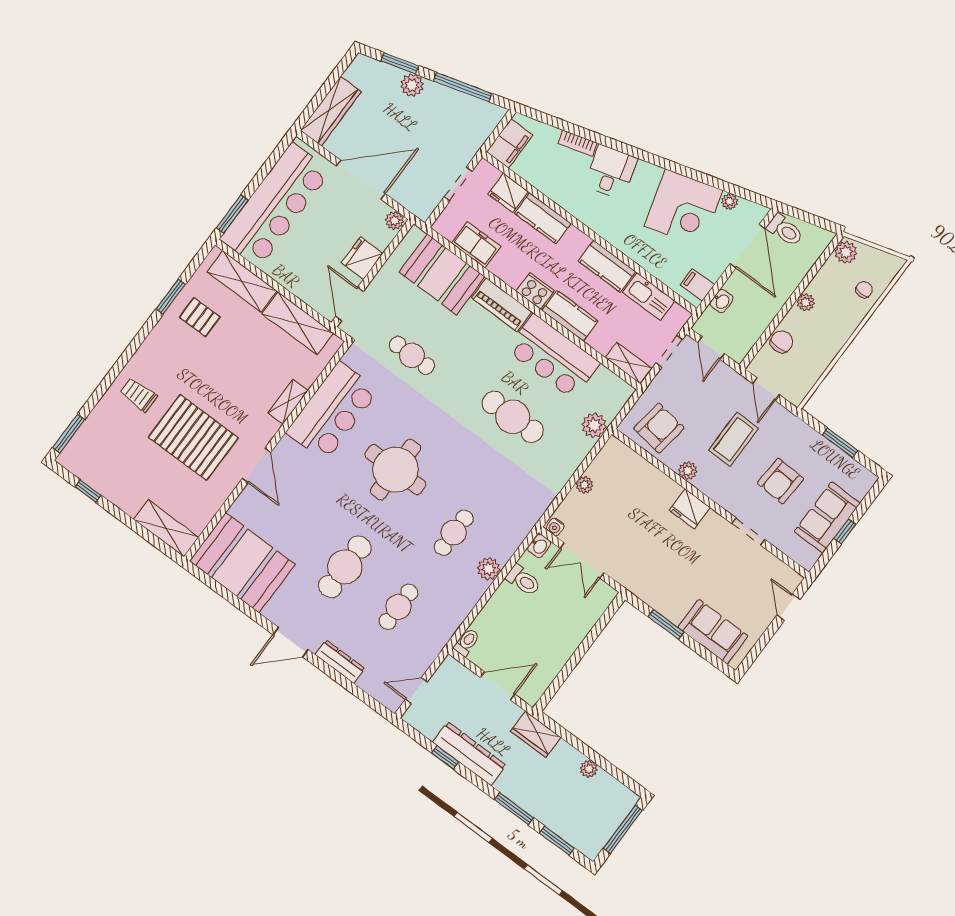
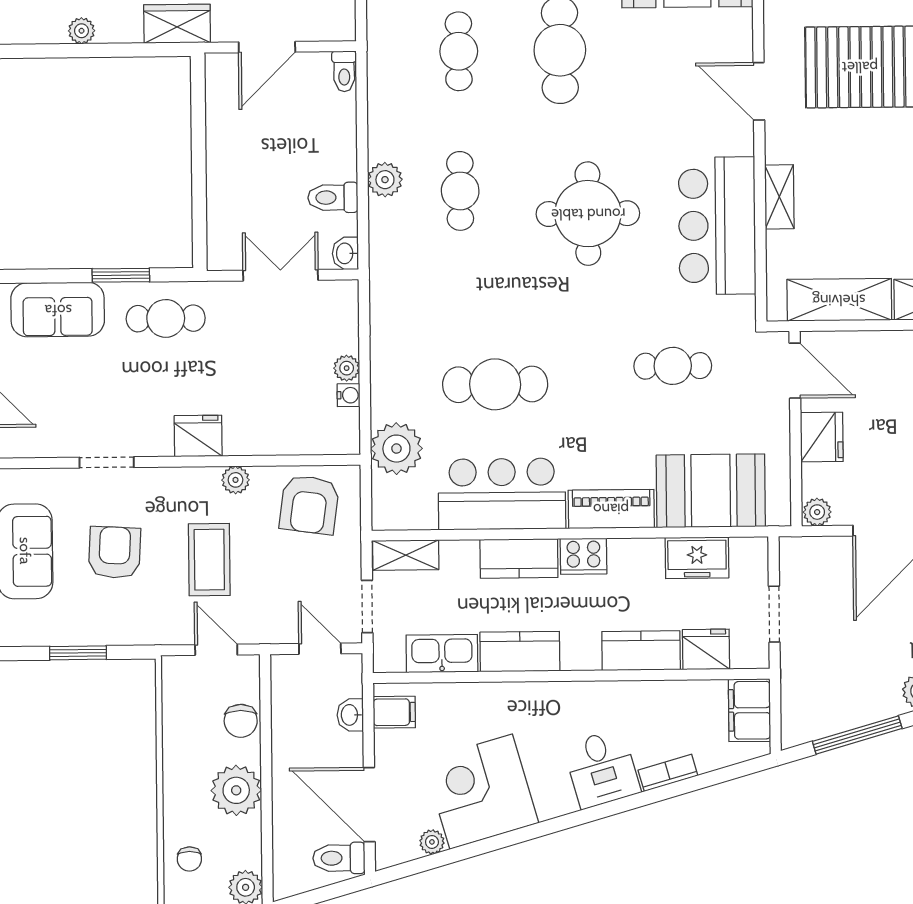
plant: (806, 302) -> (236, 790), width x1.87, depth x1.87
plant: (594, 425) -> (396, 449), width x1.36, depth x1.36
water cooler: (555, 527) -> (349, 395), moved, turned 90
cafe table: (660, 584) -> (166, 318), added

